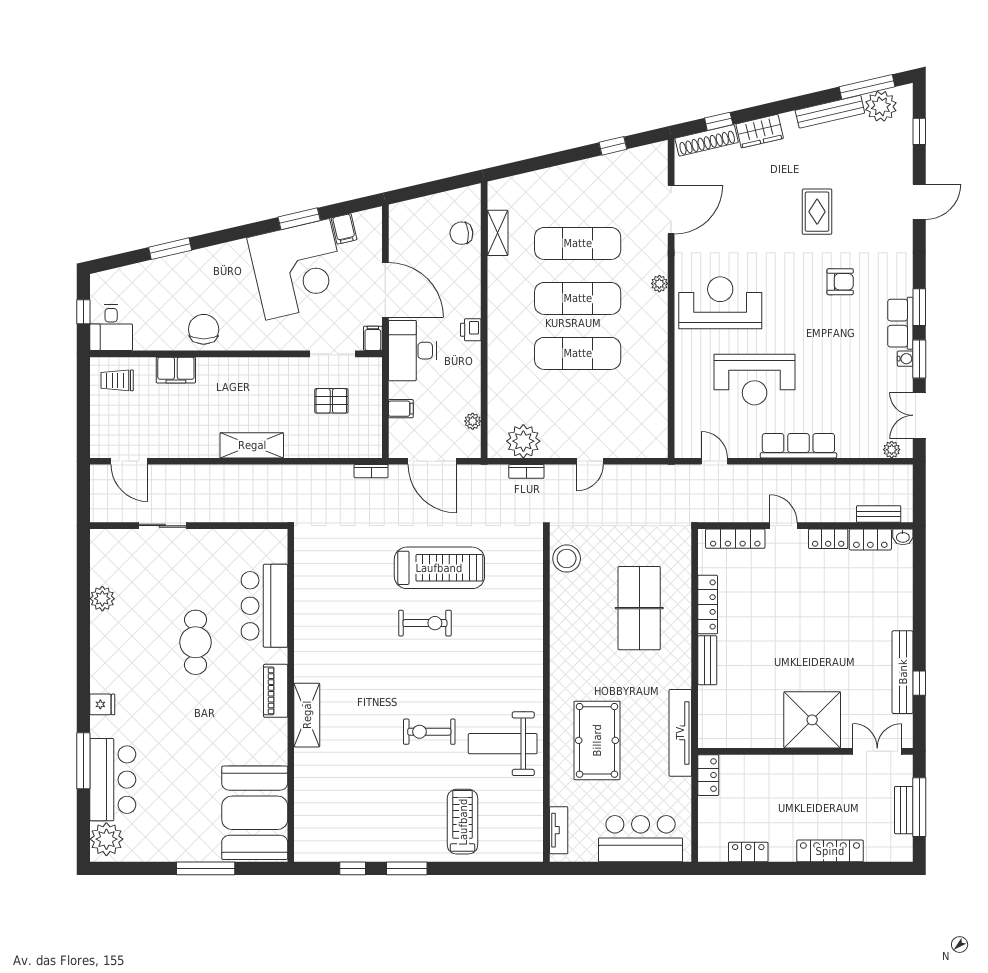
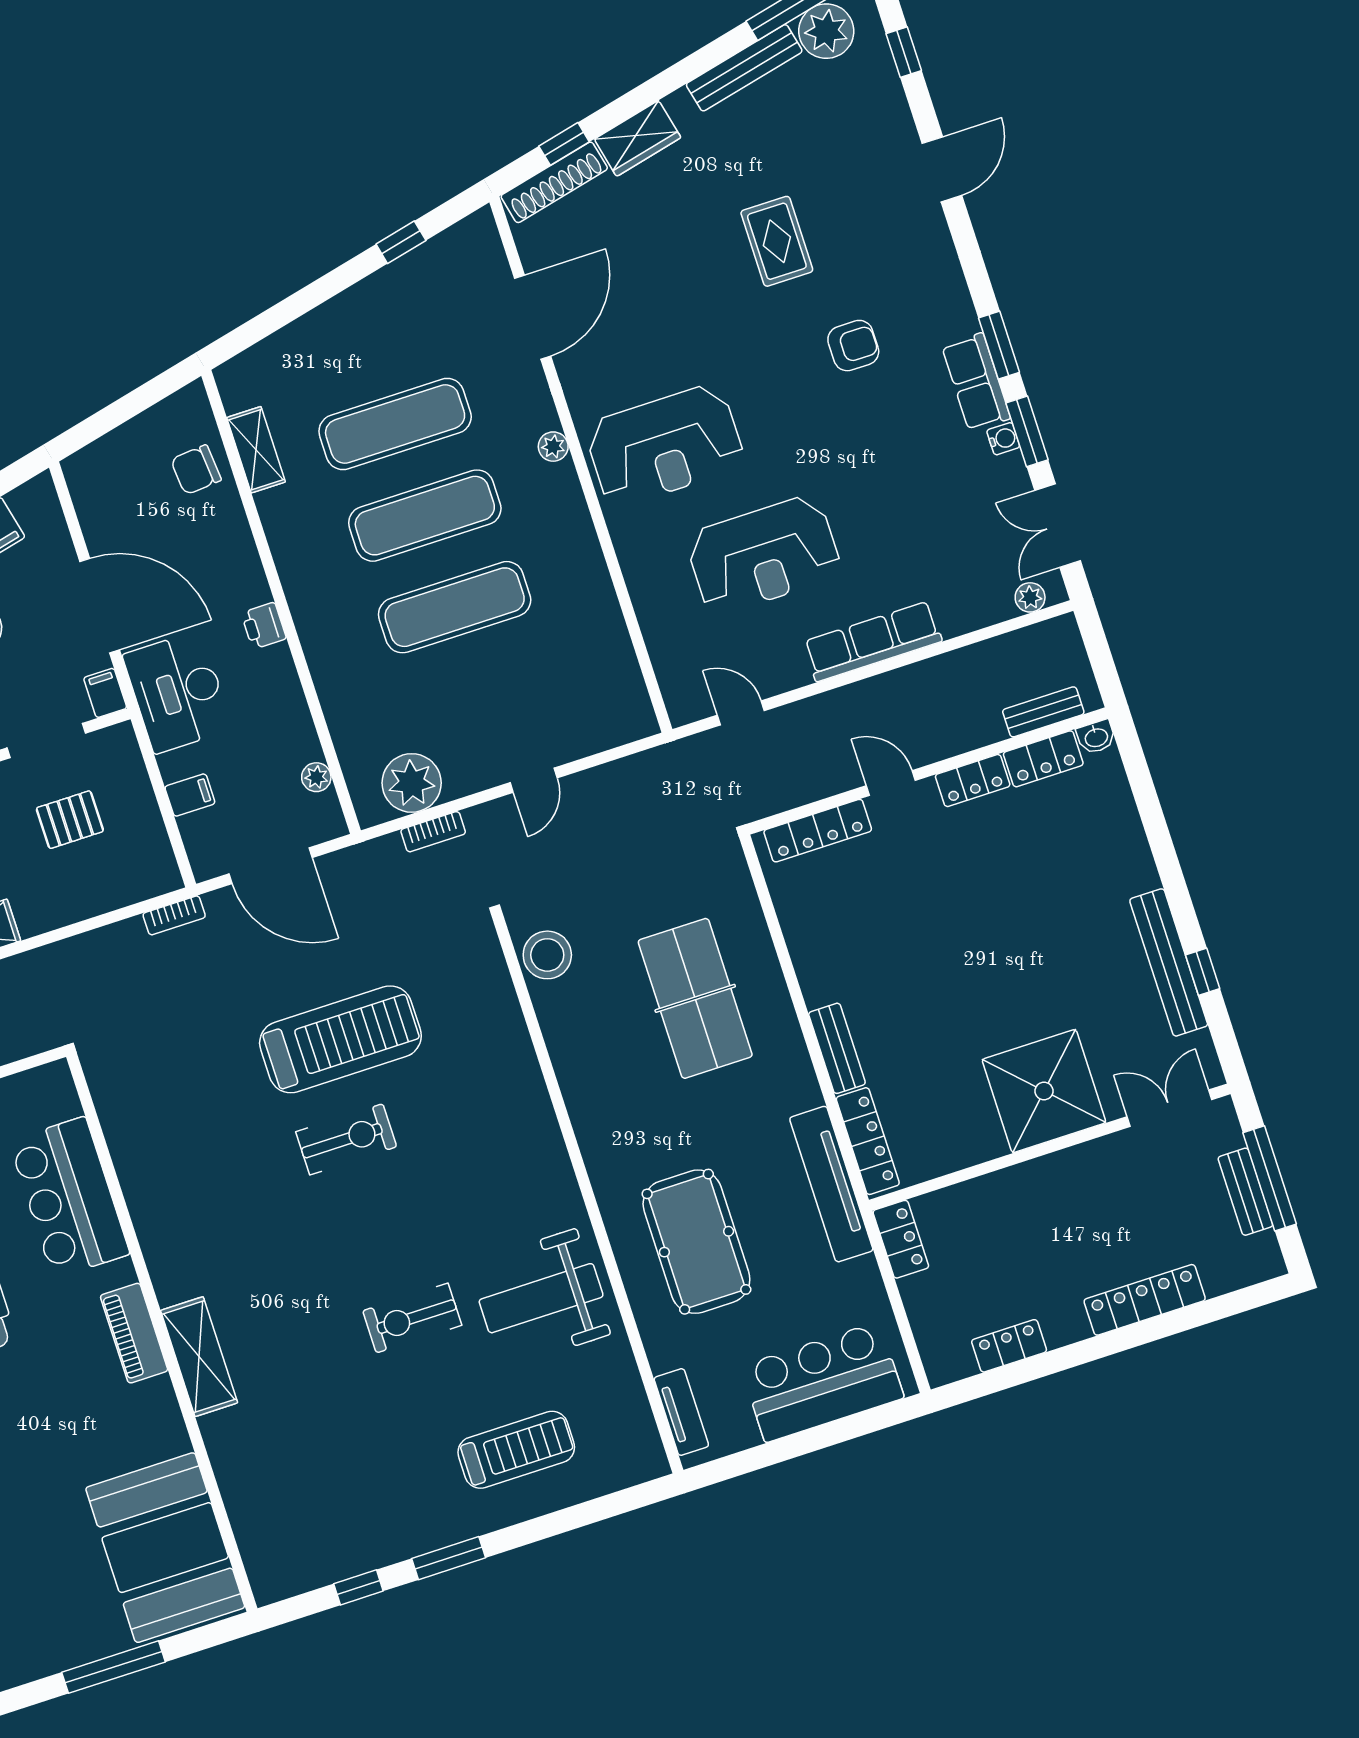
reception desk: (720, 303) -> (665, 446), turned 180
locker: (708, 604) -> (868, 1141), moved
treadmill: (463, 822) -> (516, 1450), turned 90

